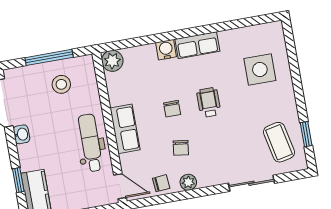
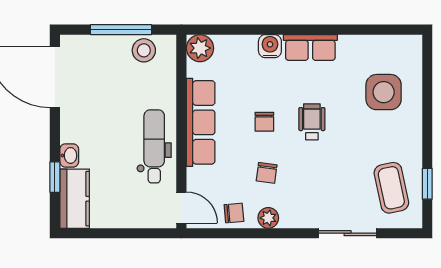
stool: (61, 84) -> (144, 50), moved
row of seats: (125, 129) -> (201, 122), width x1.48
washbasin: (21, 134) -> (69, 155), moved

